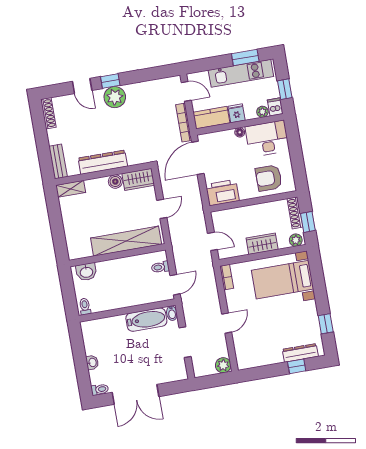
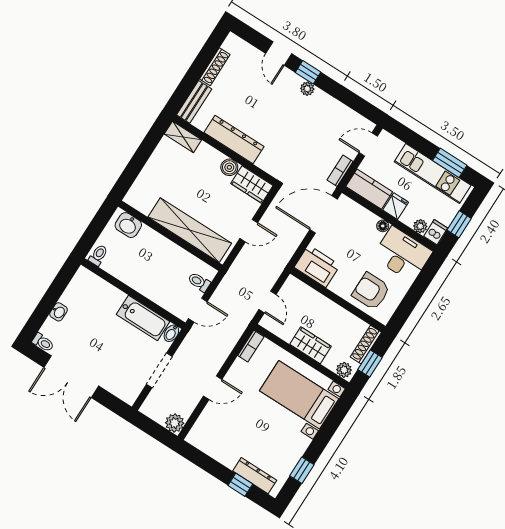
door: (186, 91) -> (368, 144), swing flipped
plant: (115, 97) -> (307, 89), width x0.53, depth x0.53
shoe rack: (48, 113) -> (215, 67), moved
bookcase: (184, 123) -> (340, 171), width x0.64

